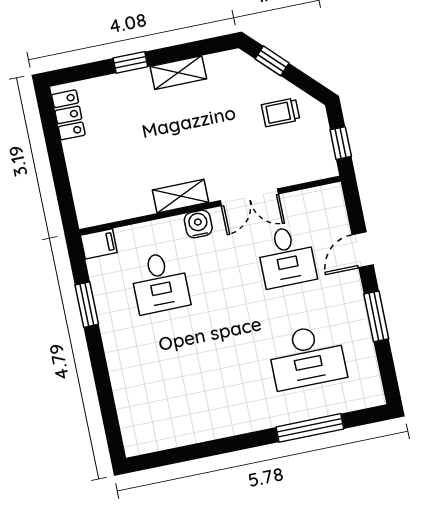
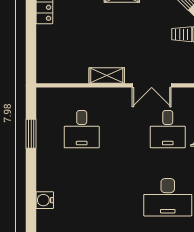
water cooler: (198, 224) -> (45, 200), moved, turned -90
filing cabinet: (99, 244) -> (47, 96), removed

